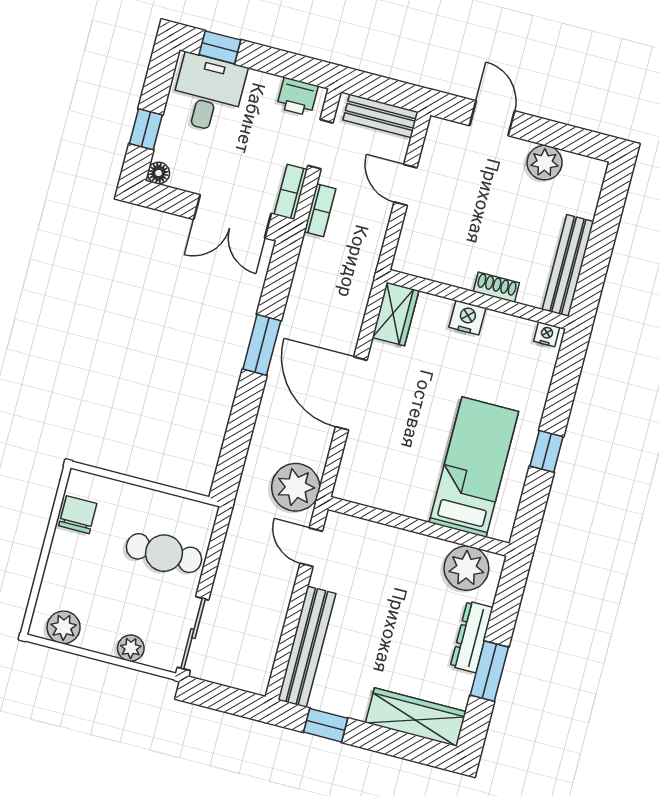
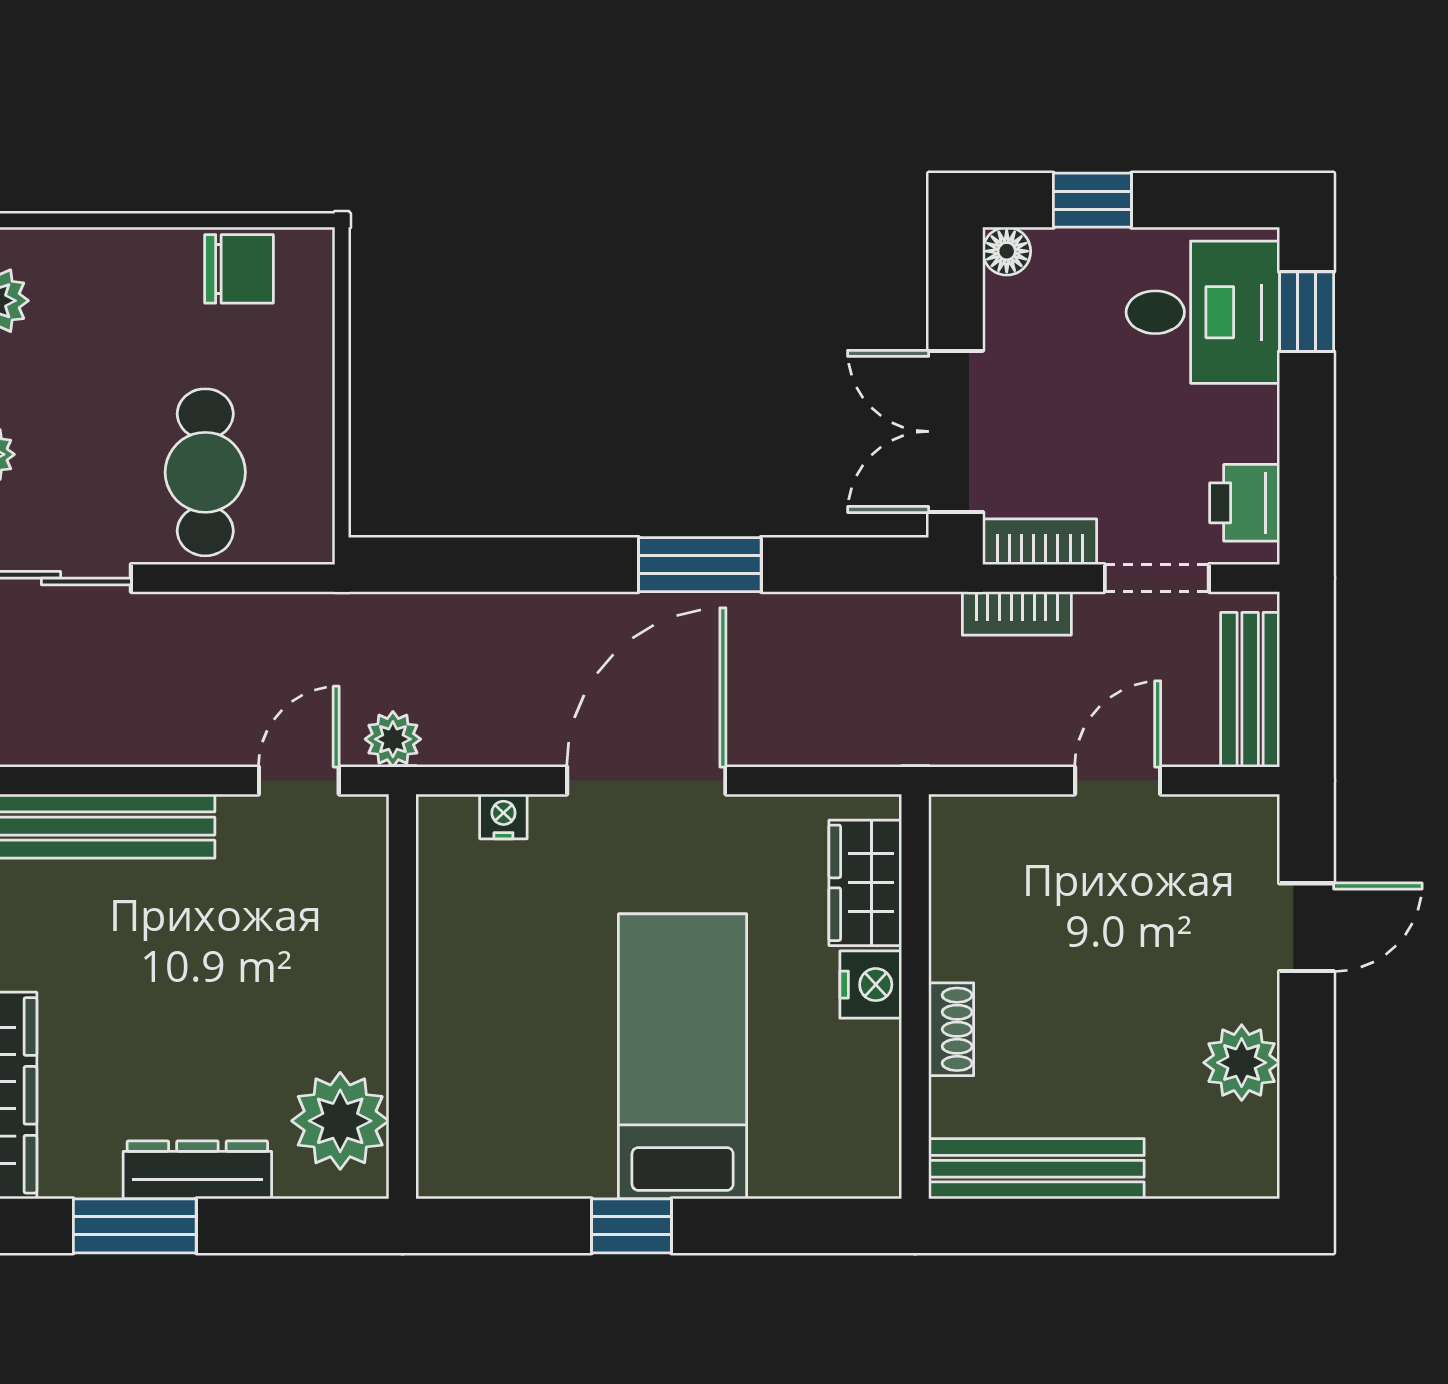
wardrobe: (395, 314) -> (865, 883), moved, turned 90
nightstand: (547, 334) -> (503, 816), moved, turned -90
bed: (474, 467) -> (683, 1056), moved, turned -90
plant: (296, 487) -> (393, 739), width x0.53, depth x0.53

